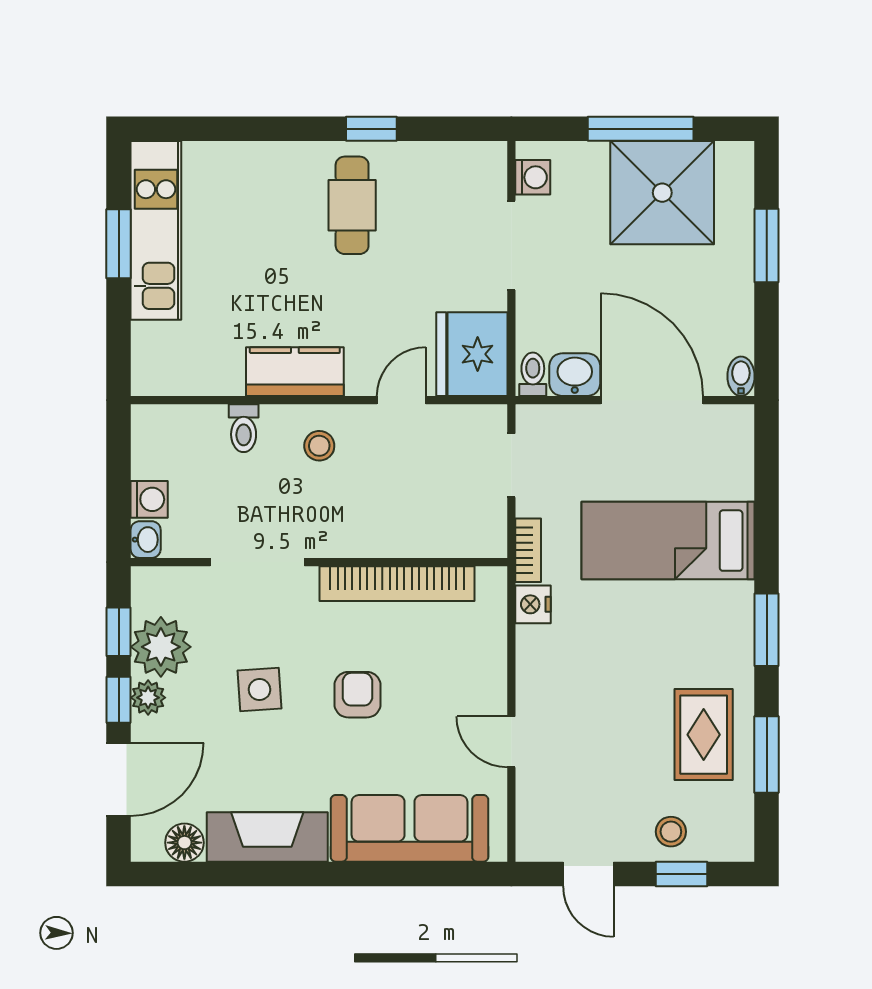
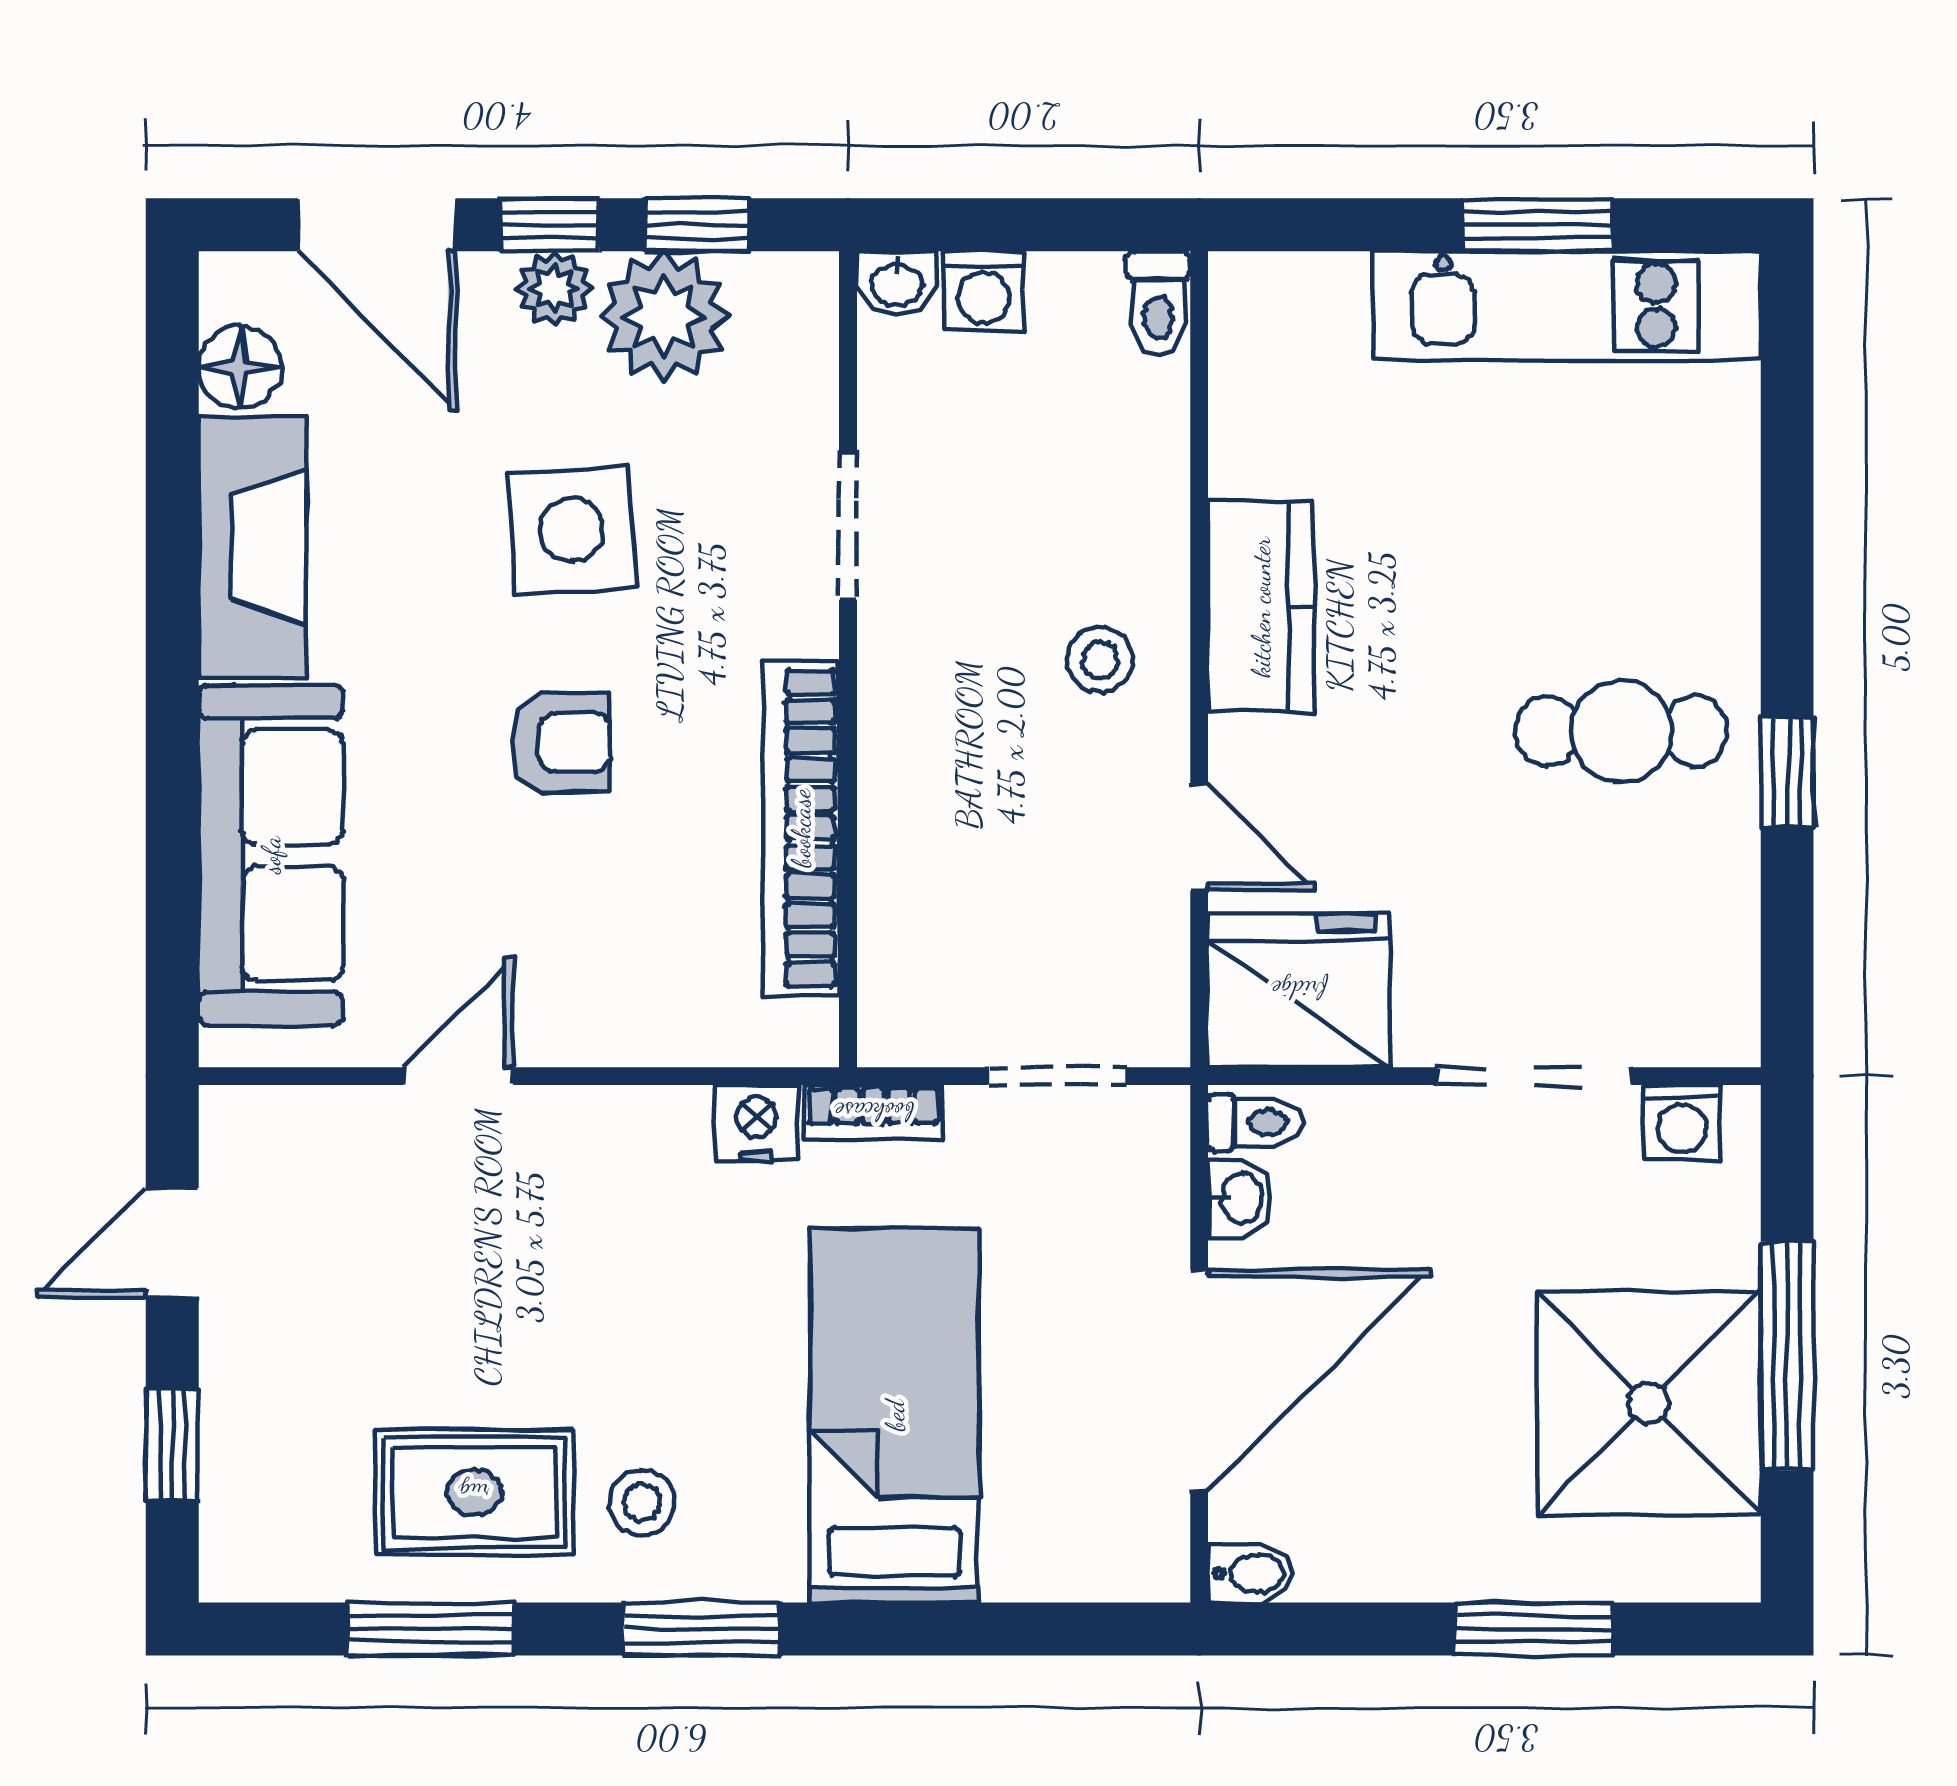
washbasin: (575, 375) -> (1240, 1198), width x0.72, depth x0.69
toilet: (244, 428) -> (1158, 303), moved, turned -90
doorway: (257, 562) -> (848, 526), width x0.73
side table: (259, 690) -> (572, 530), width x1.37, depth x1.37
stool: (671, 832) -> (642, 1502), moved

